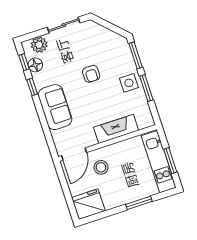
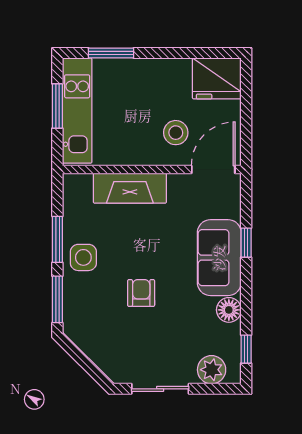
floor lamp: (35, 65) -> (229, 310), moved
window: (32, 87) -> (246, 243), moved
window: (139, 203) -> (111, 53), moved

